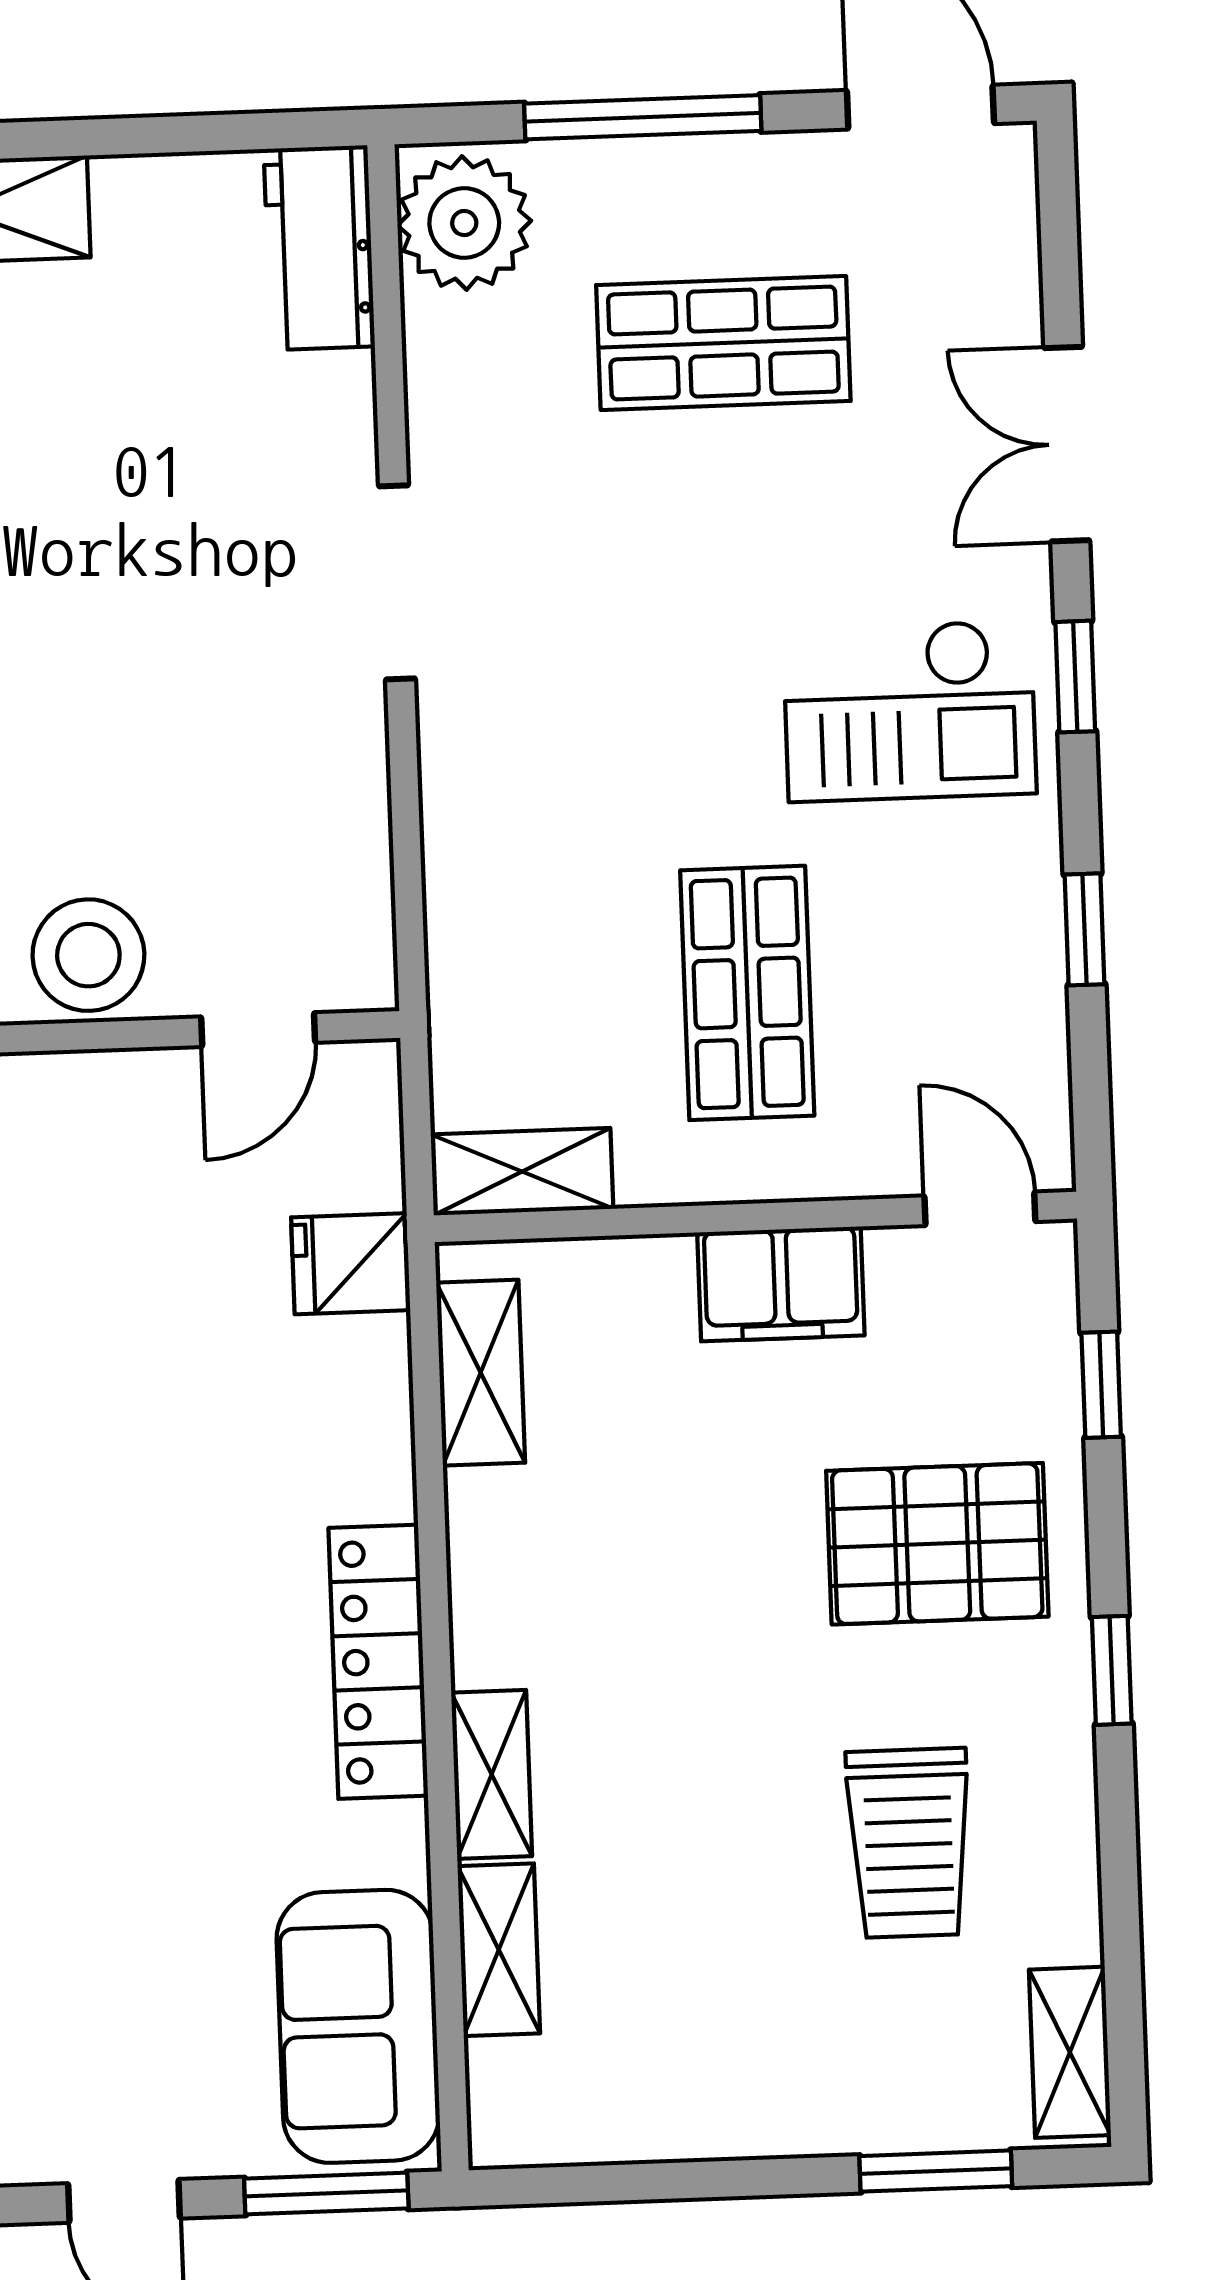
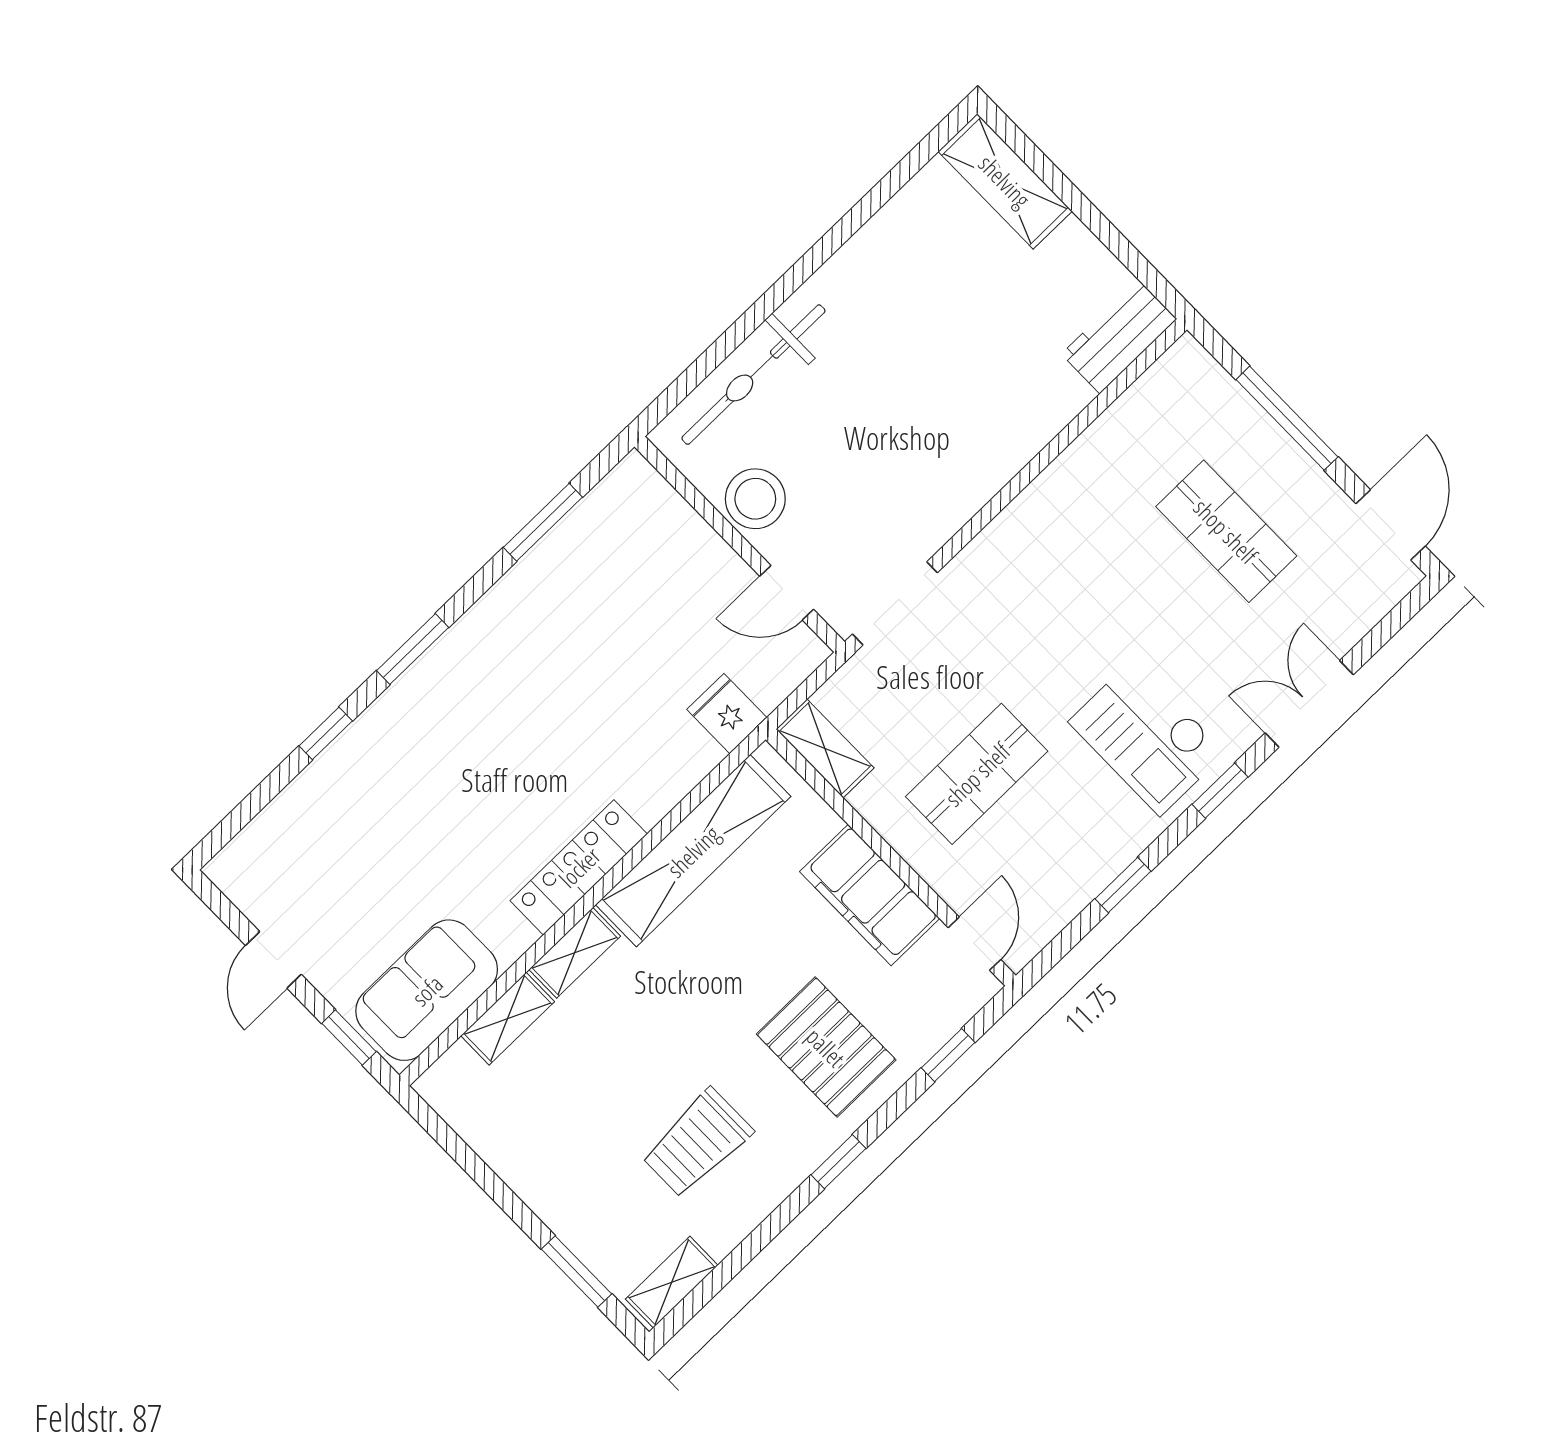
plant: (464, 223) -> (1181, 385), removed
doorway: (397, 582) -> (895, 603), moved
filing cabinet: (781, 1284) -> (870, 895), width x1.50, depth x1.17
shelving: (481, 1373) -> (693, 851), width x2.20, depth x1.33
window: (326, 2193) -> (349, 1038), width x0.67

